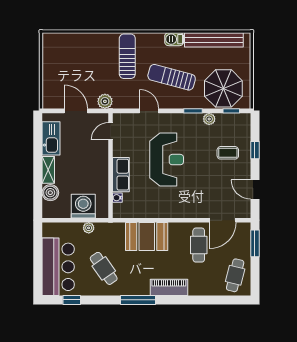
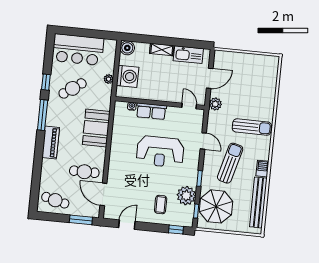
door: (149, 111) -> (203, 141), hinge flipped
plant: (209, 119) -> (186, 196), width x1.88, depth x1.88
window: (255, 150) -> (176, 230), moved
boiler: (50, 193) -> (127, 48), moved
window: (72, 300) -> (46, 82), moved

